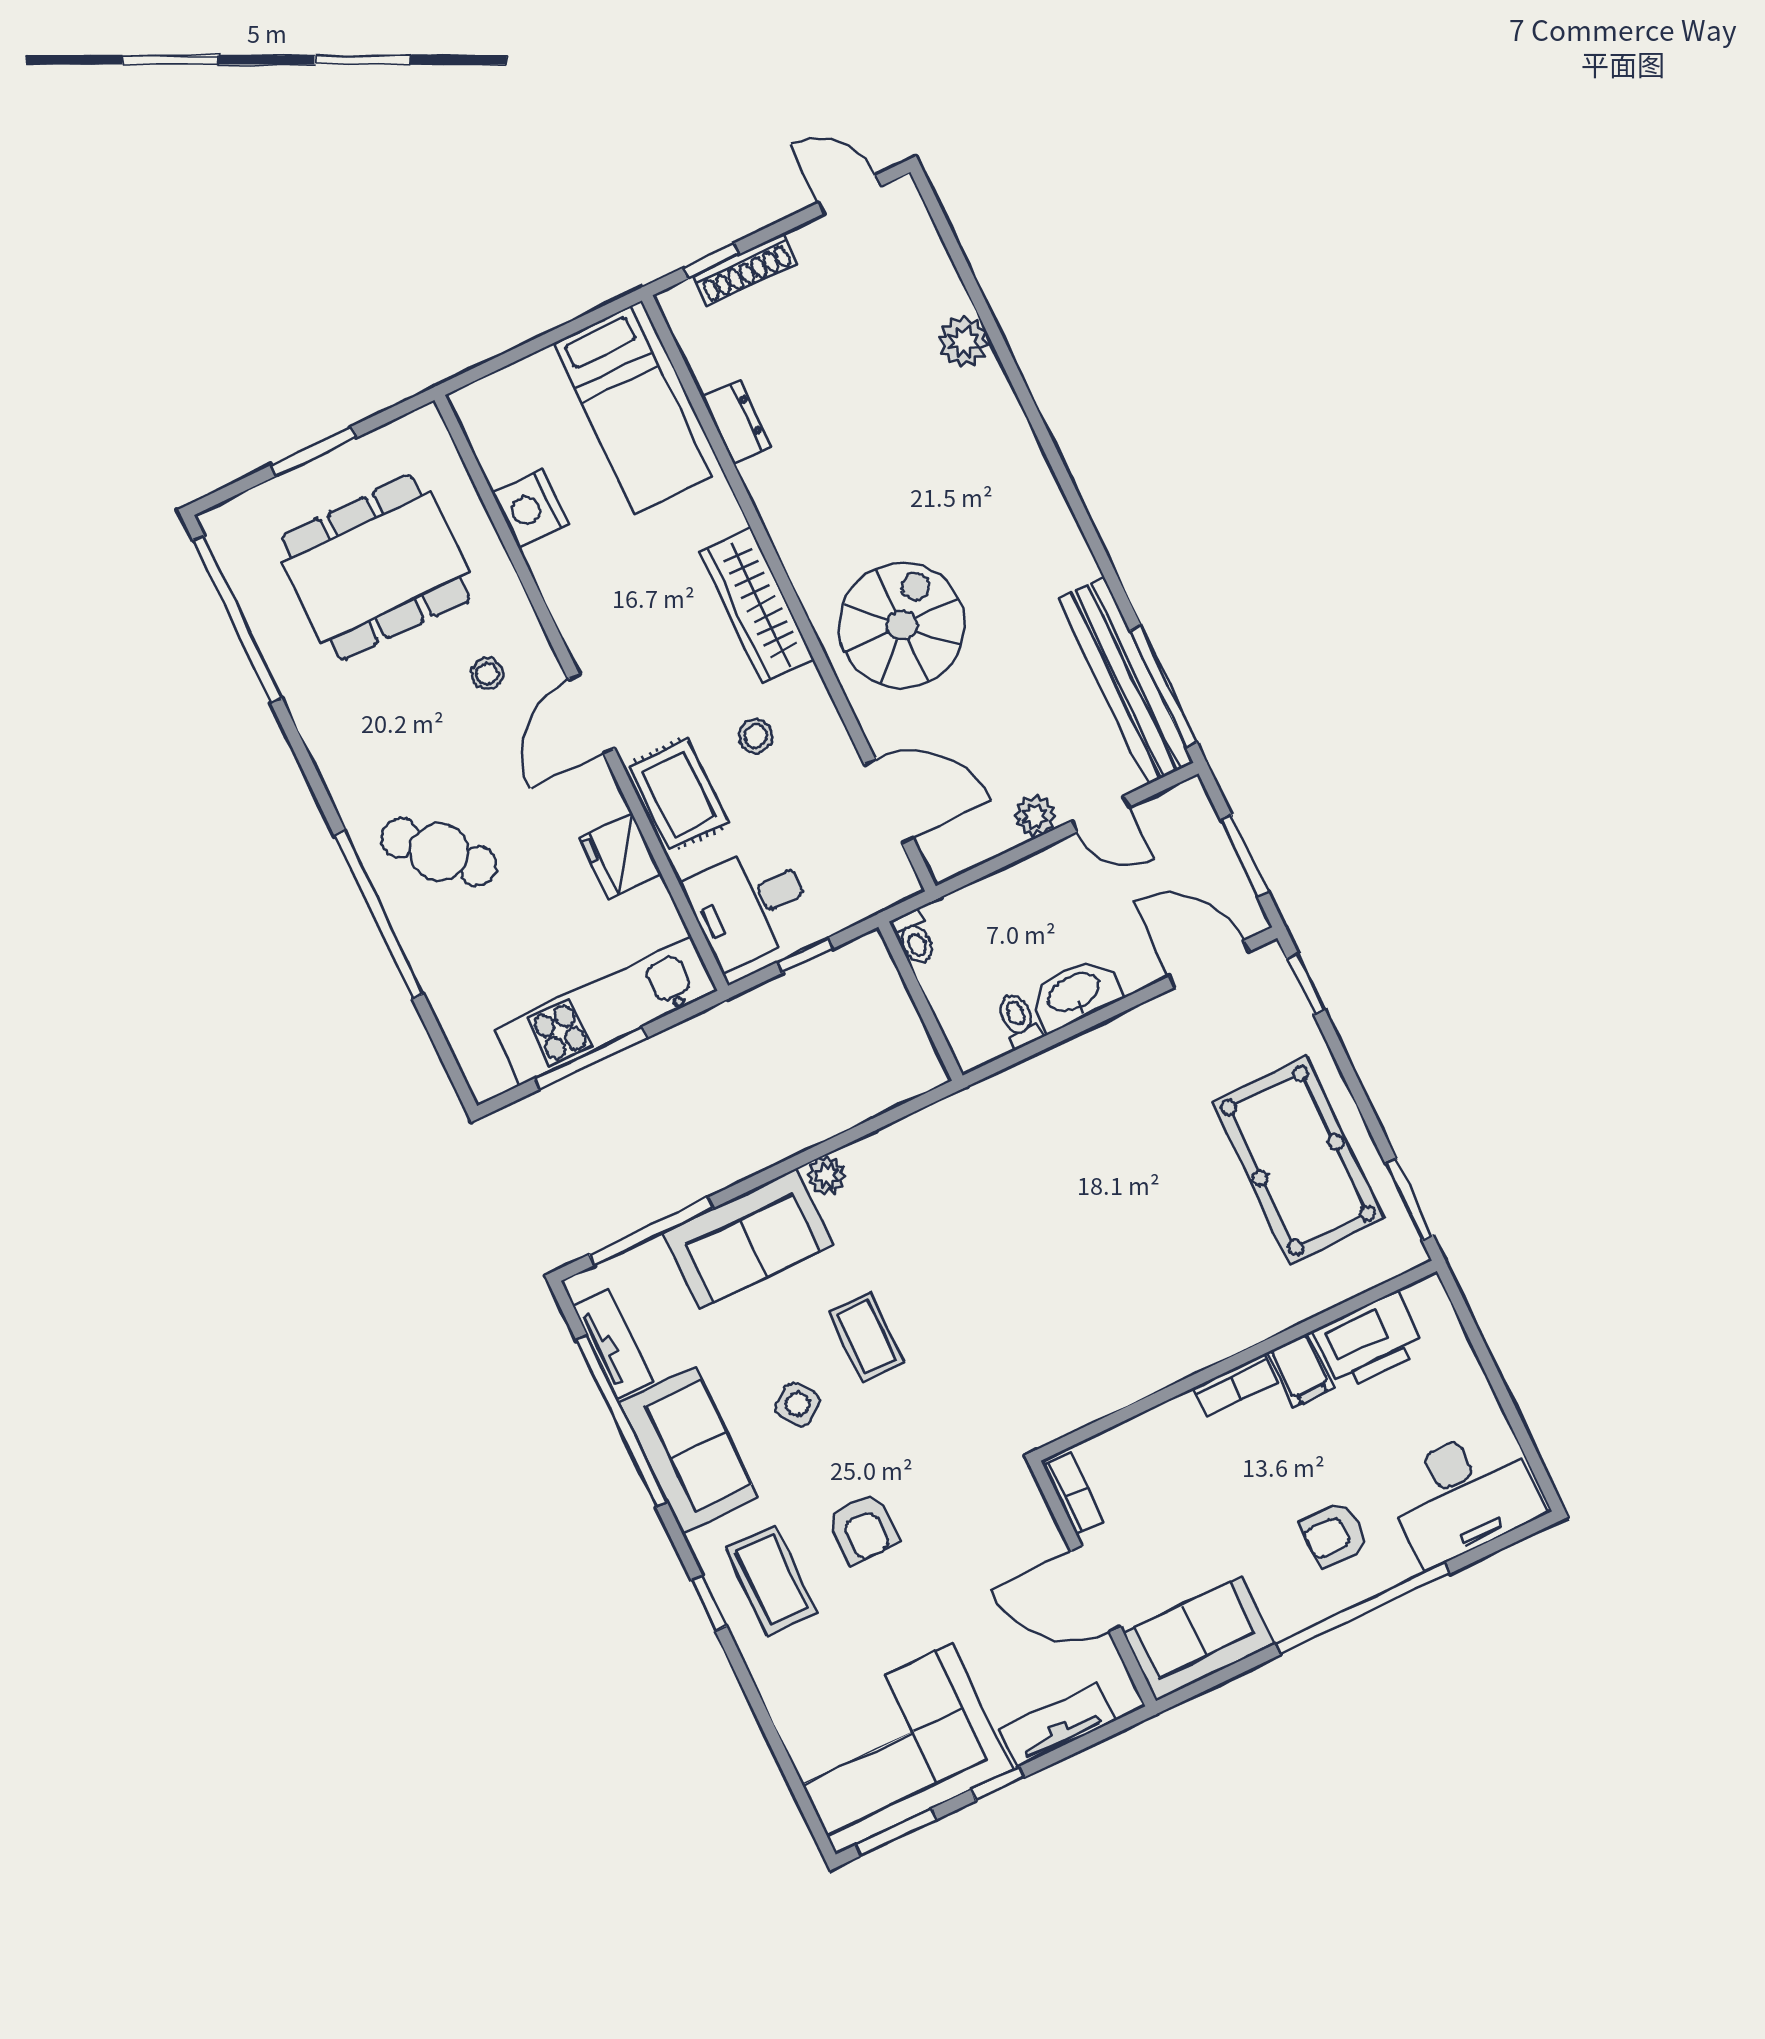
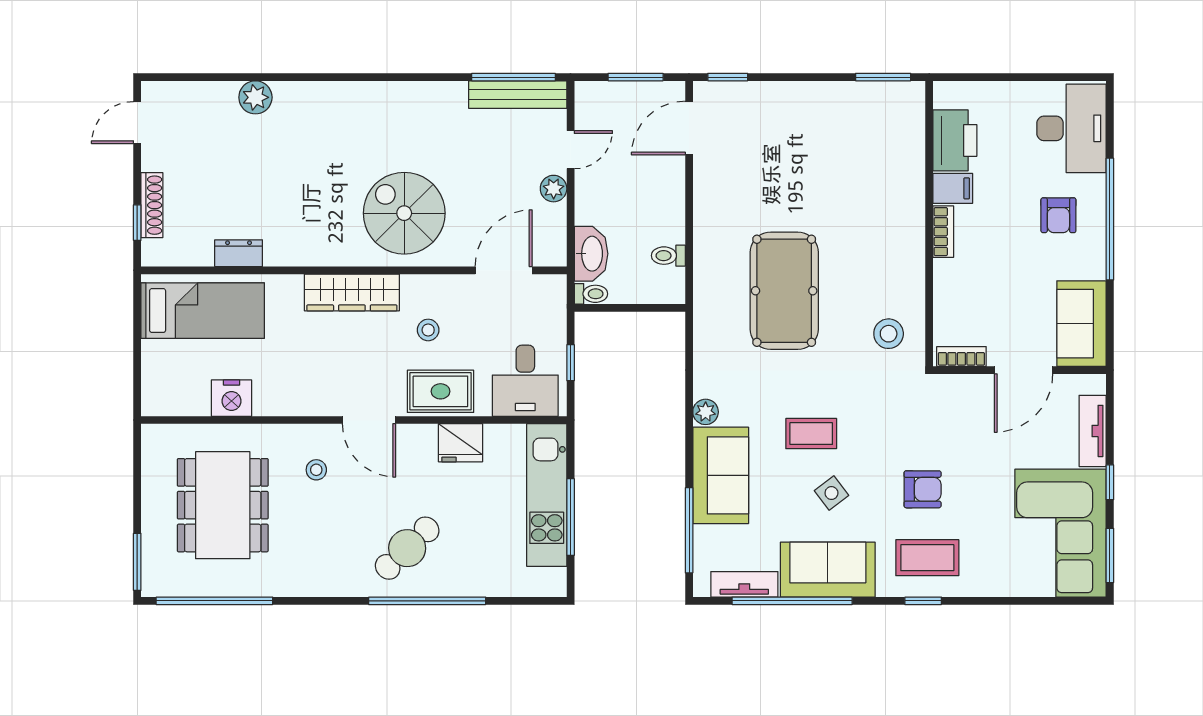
window: (313, 451) -> (137, 562), moved
bench: (1126, 681) -> (518, 95), width x0.73, depth x0.82
washbasin: (1075, 994) -> (591, 254), moved, turned 180
pool table: (1298, 1160) -> (784, 291), moved, turned 90
stool: (1056, 1377) -> (889, 334), added

